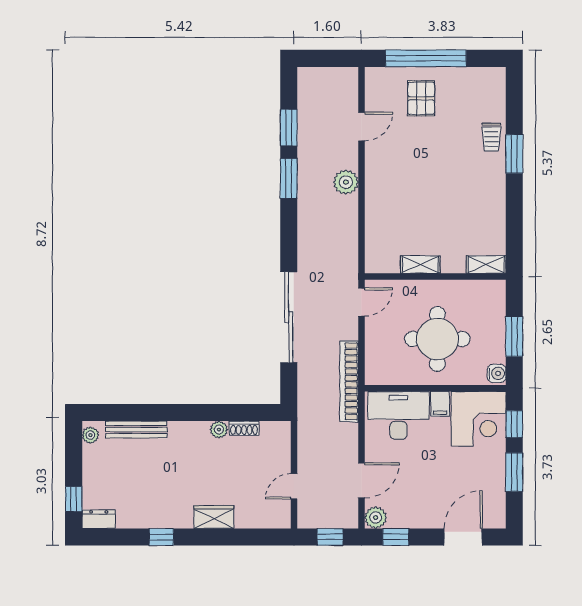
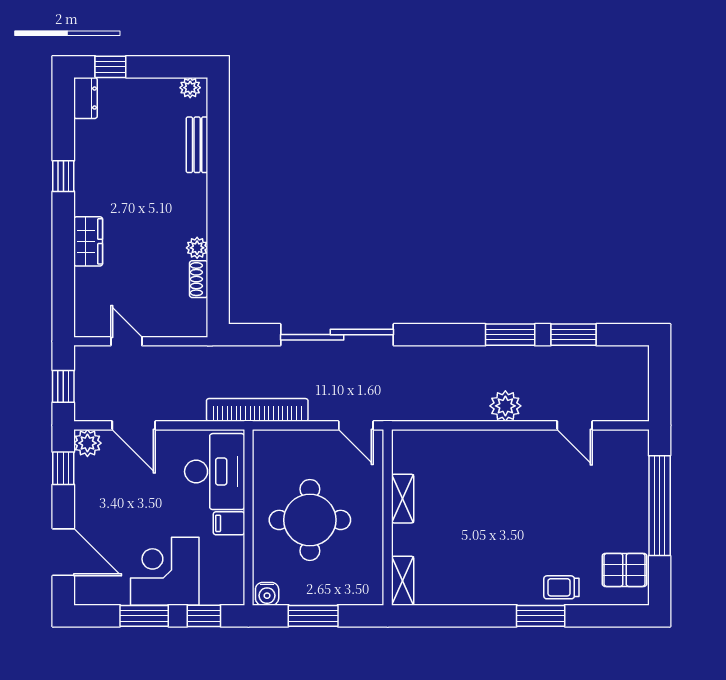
pallet: (421, 98) -> (624, 570), moved
corner desk: (478, 419) -> (165, 571), moved, turned 90
bench: (136, 430) -> (197, 145), width x0.73

